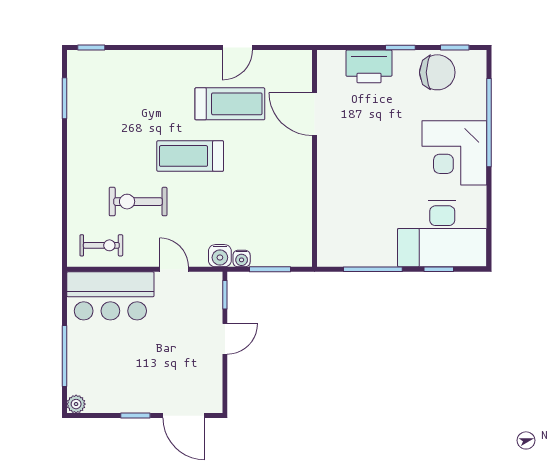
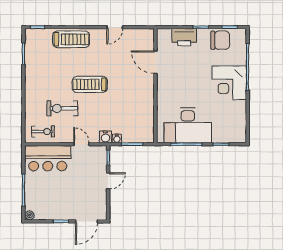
treadmill: (230, 104) -> (71, 39), moved
desk: (442, 234) -> (188, 125), moved
door: (184, 416) -> (86, 221), hinge flipped

